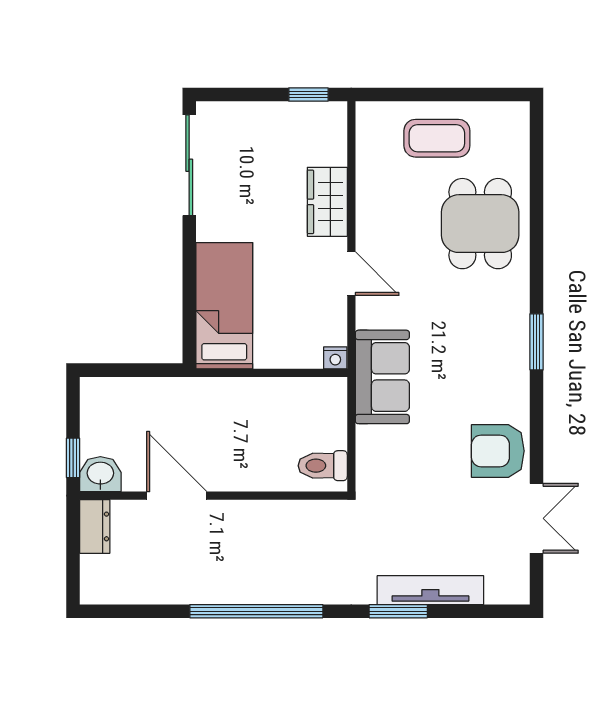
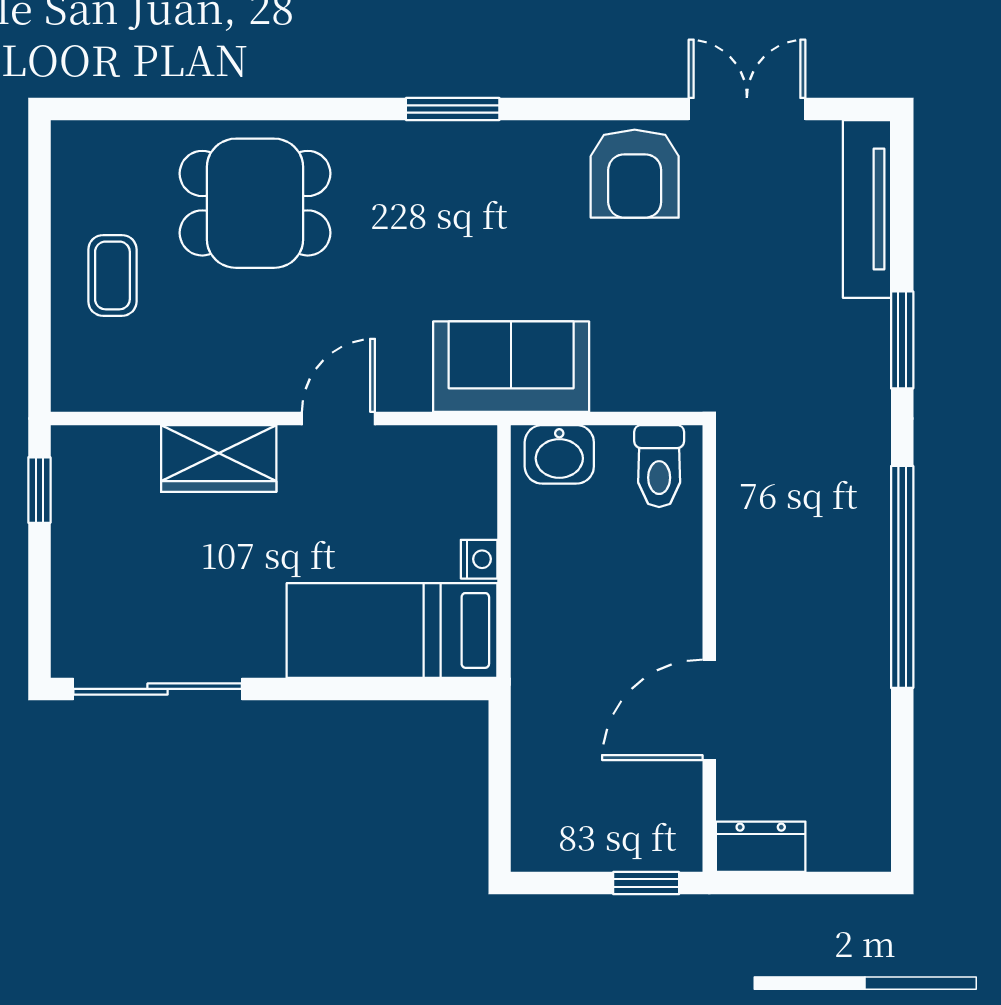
coffee table: (437, 138) -> (112, 275), width x0.73, depth x0.77
nightstand: (335, 358) -> (479, 559), moved
washbasin: (100, 474) -> (559, 454), moved, turned -90
tv unit: (430, 590) -> (867, 209), moved

